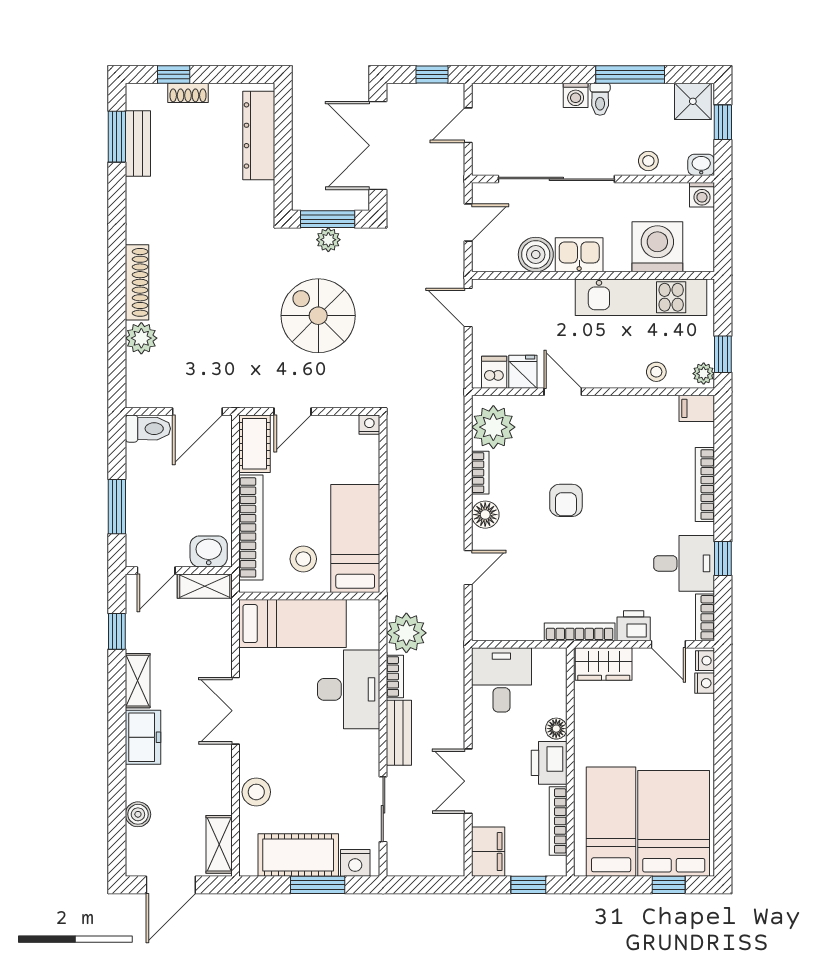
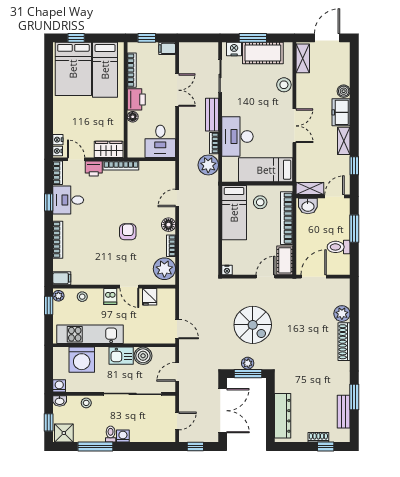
window: (117, 137) -> (354, 397), moved
dishwasher: (494, 372) -> (110, 296), moved
toilet: (148, 429) -> (339, 247), moved
boiler: (138, 814) -> (344, 91), moved
filing cabinet: (488, 852) -> (167, 48), width x0.50

